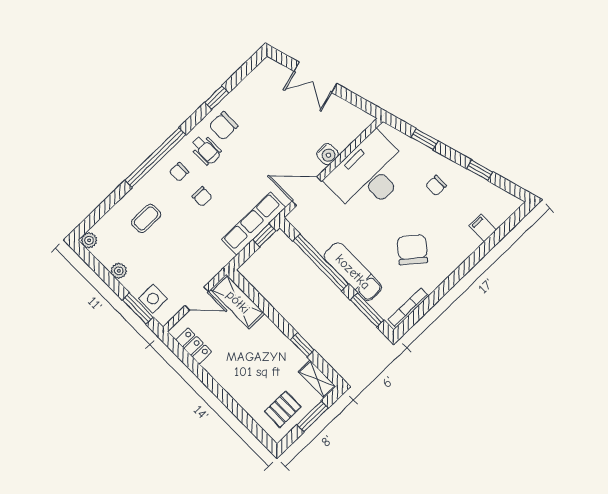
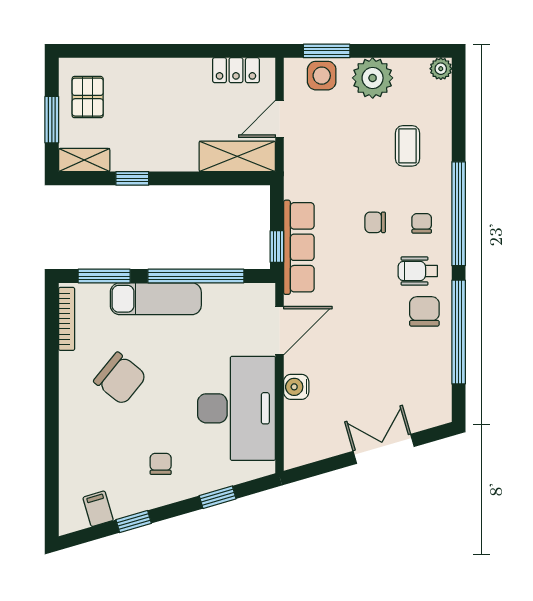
window: (217, 98) -> (459, 332), width x3.17
filing cabinet: (483, 228) -> (98, 509), moved, turned -106
plant: (119, 271) -> (373, 78), width x1.87, depth x1.87

